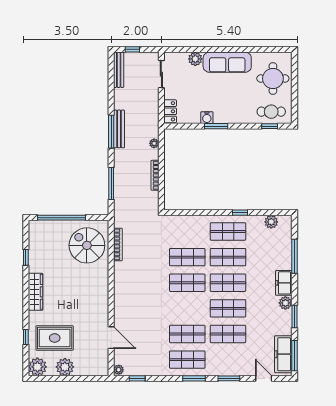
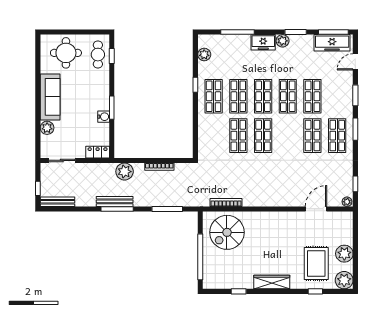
plant: (154, 143) -> (125, 172), width x1.88, depth x1.88

